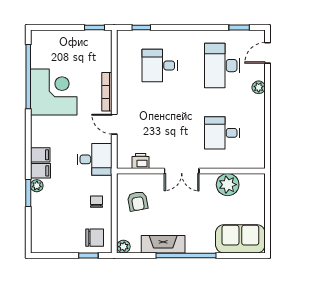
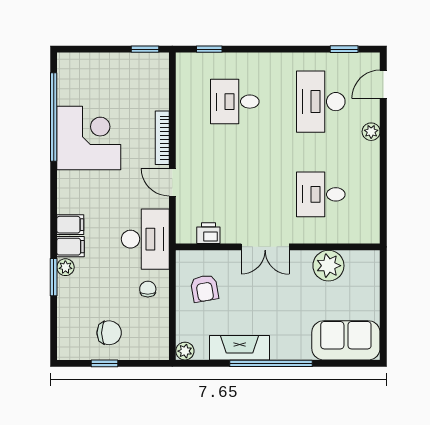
desk: (95, 159) -> (145, 239), width x1.37
chair: (95, 238) -> (109, 333), moved
window: (88, 256) -> (104, 363), moved

